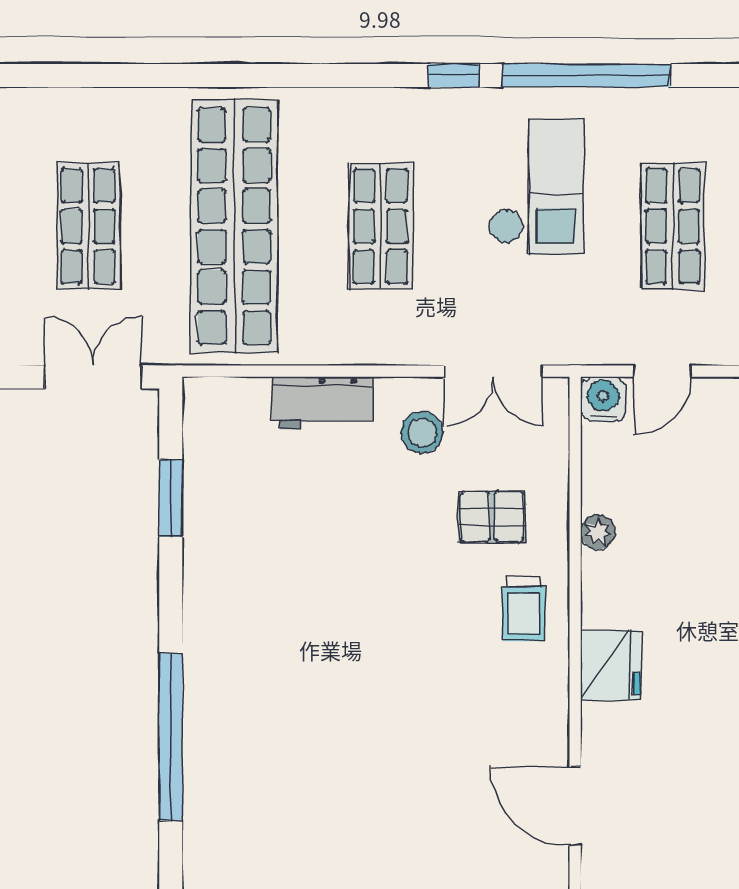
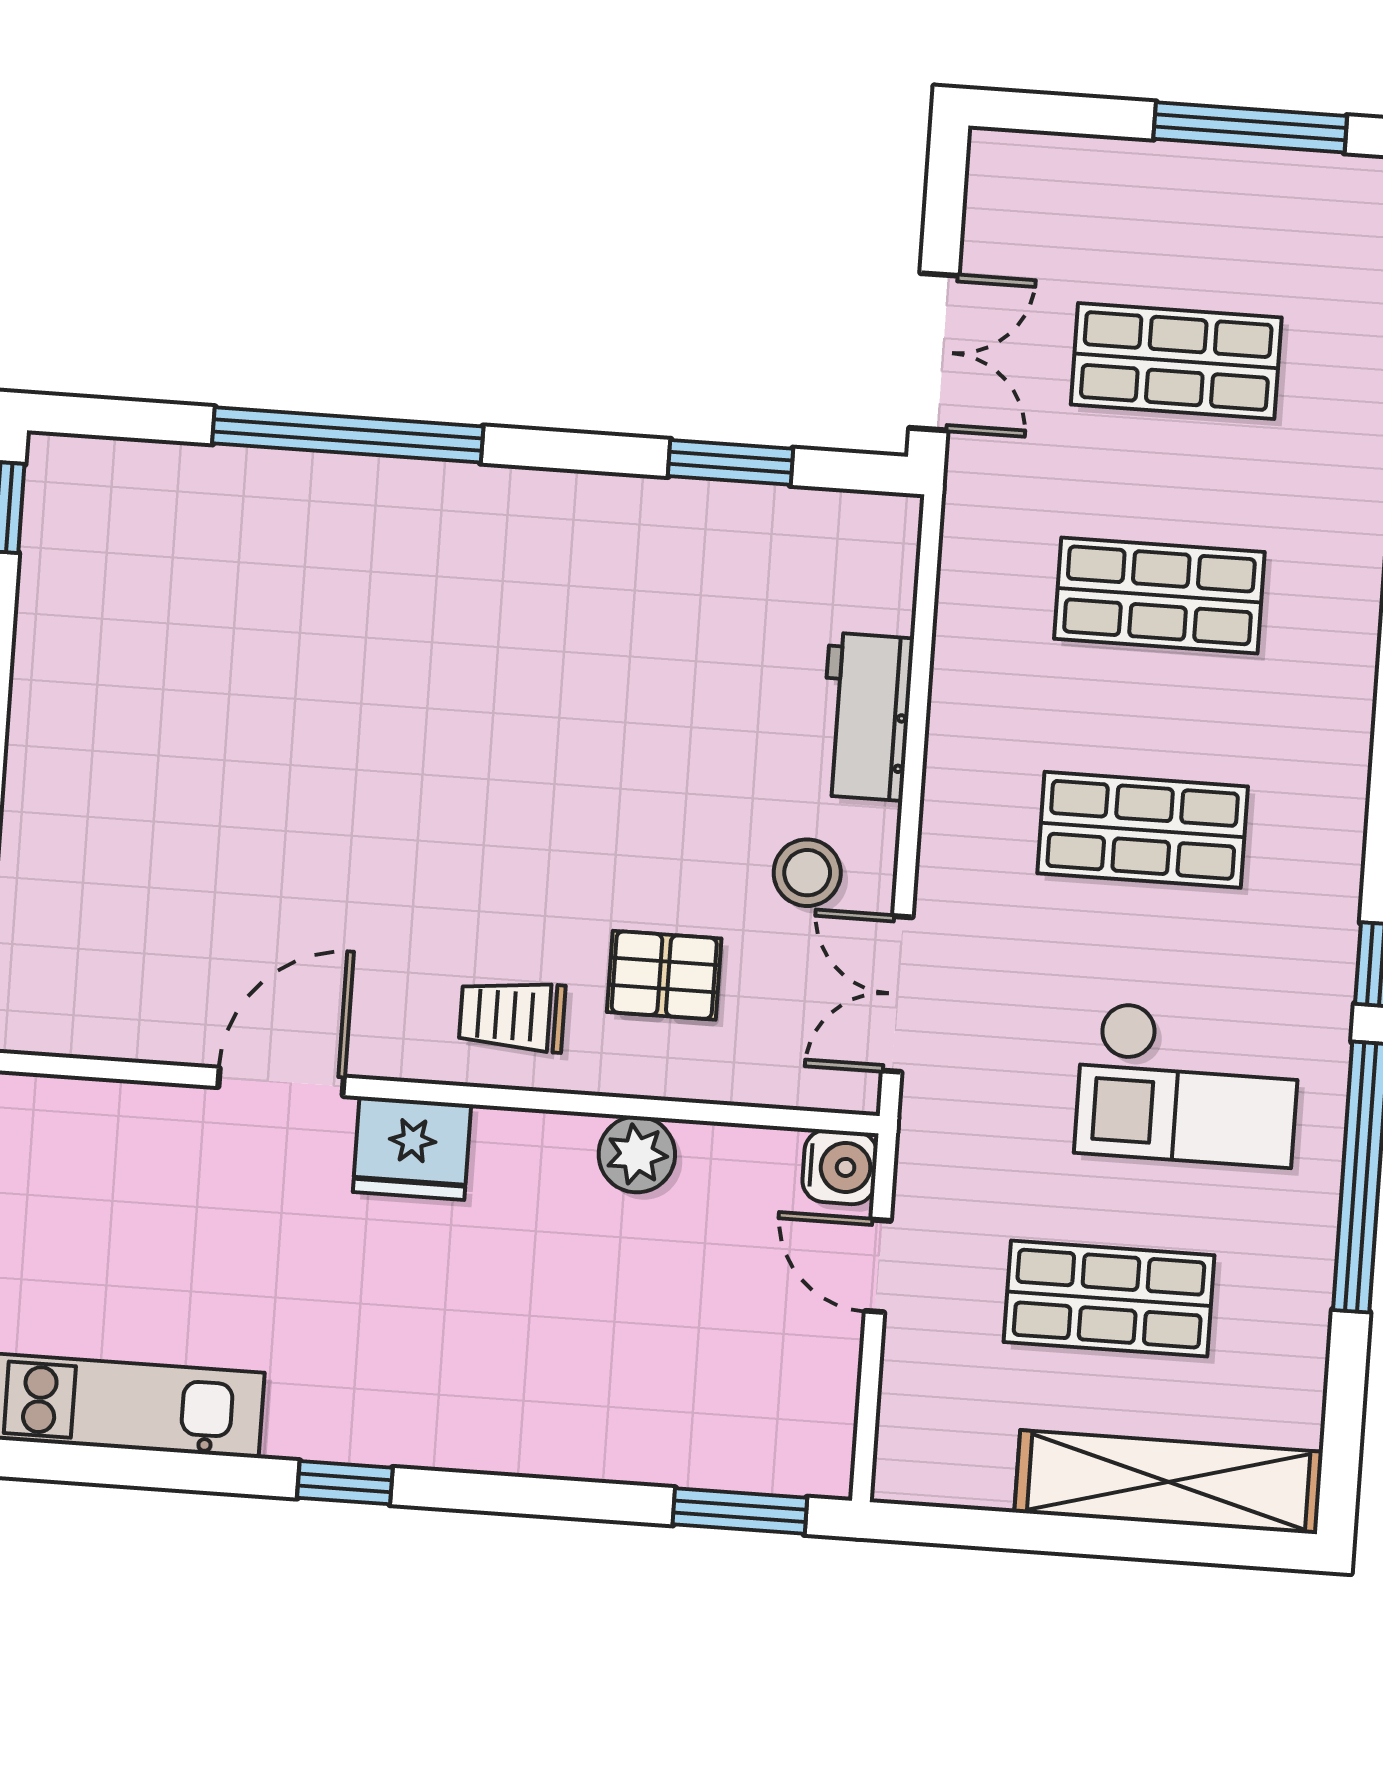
shop shelf: (234, 226) -> (1159, 595), width x0.50, depth x0.74
pallet: (492, 517) -> (664, 975), turned 90
plant: (598, 532) -> (637, 1154), width x1.38, depth x1.38
door: (575, 806) -> (281, 1082), moved

